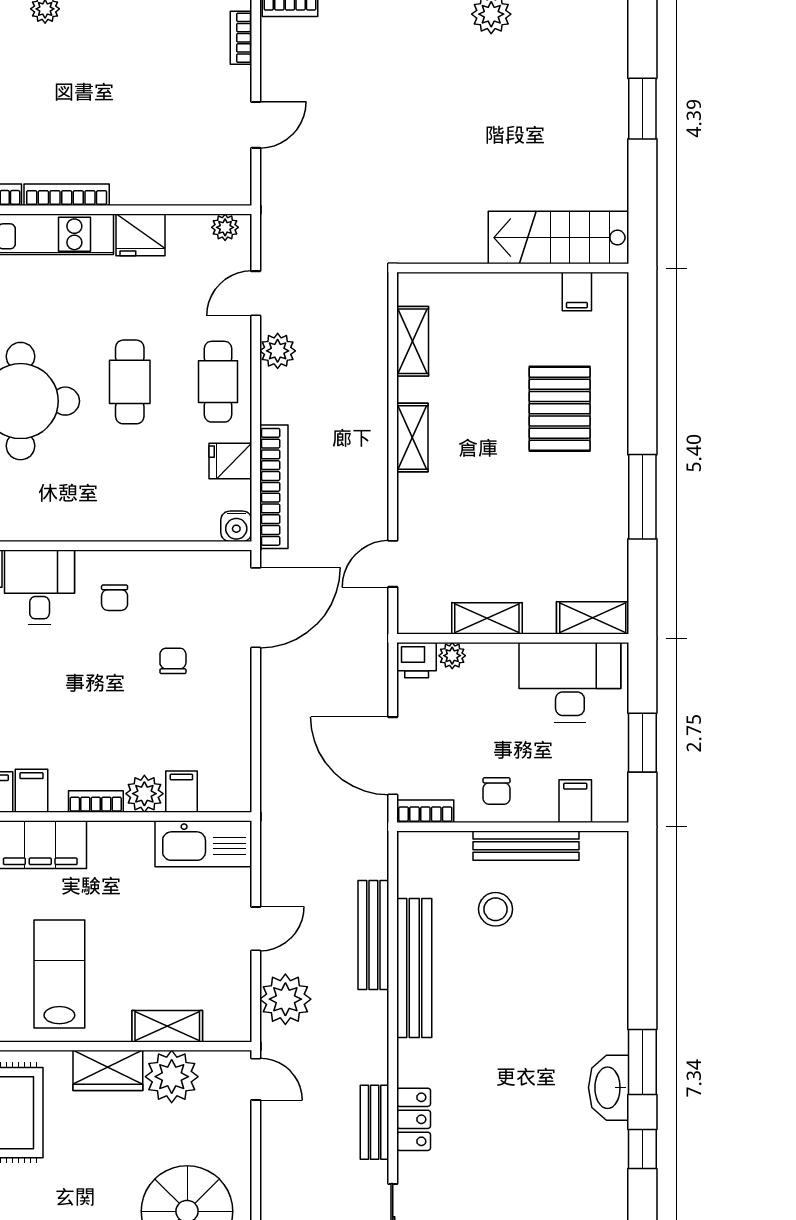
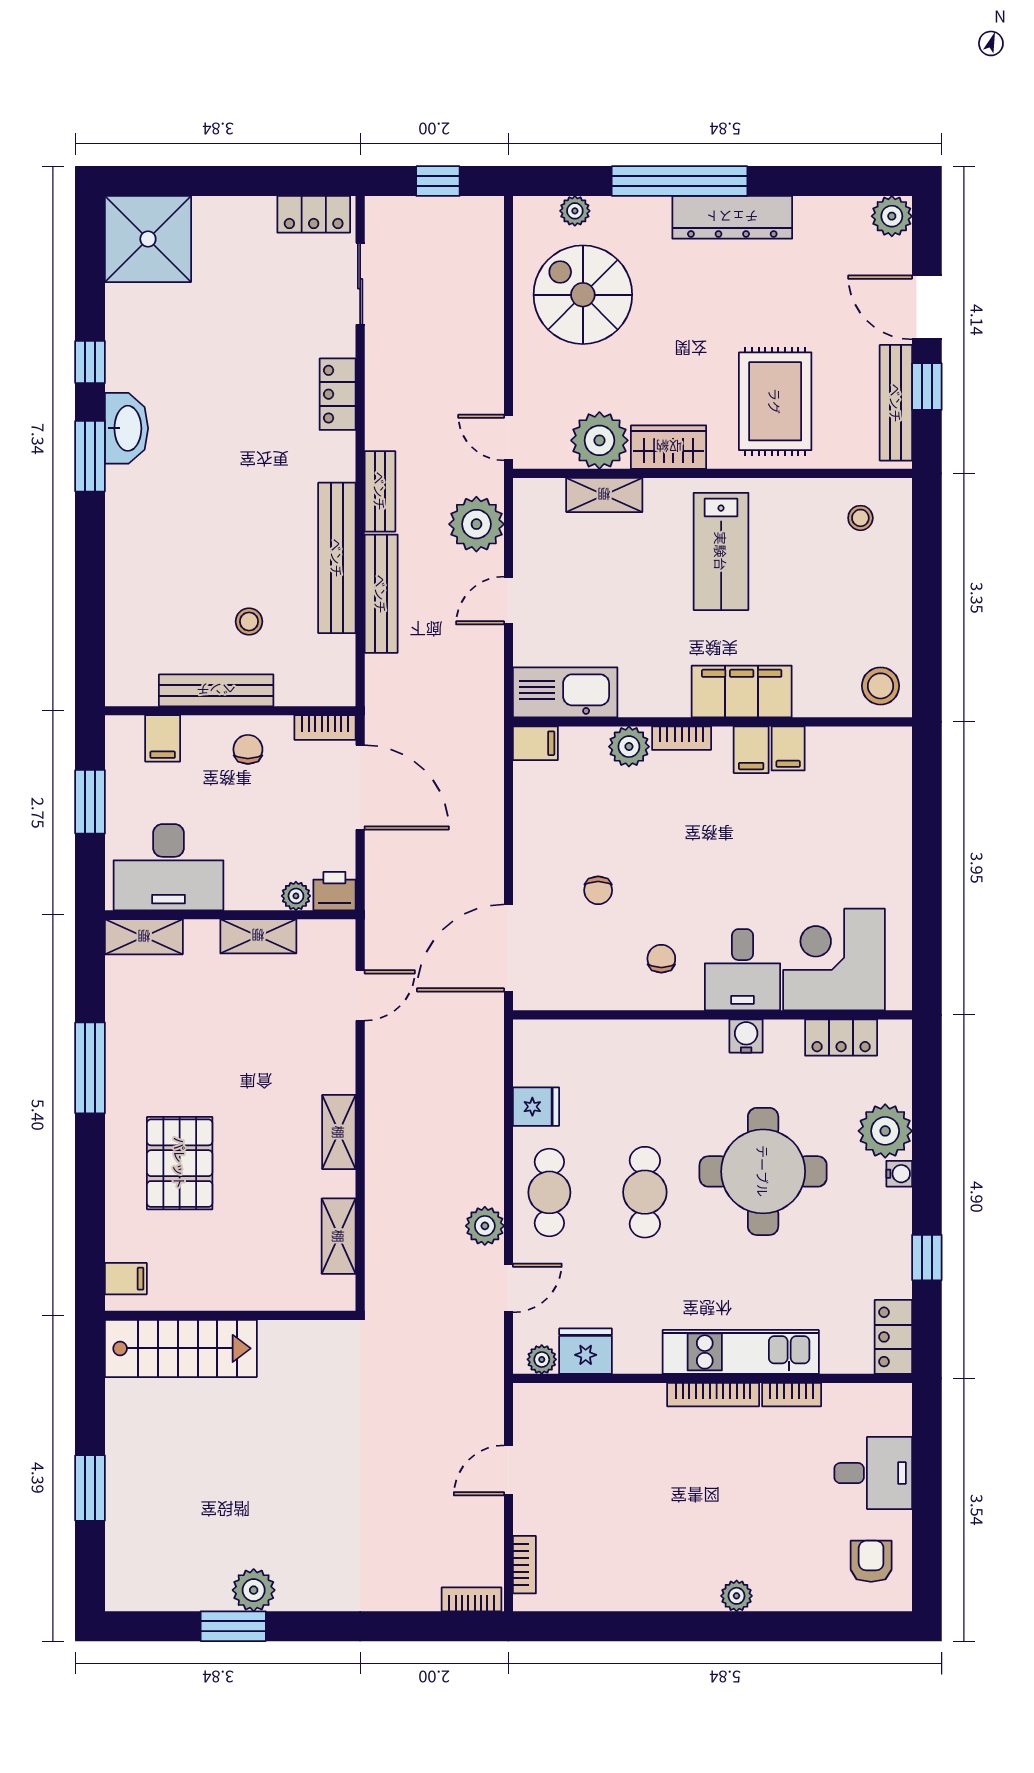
fridge: (141, 235) -> (586, 1351), moved
filing cabinet: (577, 292) -> (126, 1279), moved, turned 90
bookcase: (274, 487) -> (489, 1079), removed
water cooler: (236, 526) -> (746, 1036), moved
filing cabinet: (181, 792) -> (535, 743), moved, turned -90
stool: (496, 909) -> (249, 622), width x0.73, depth x0.73
bench: (375, 1122) -> (380, 491), moved

